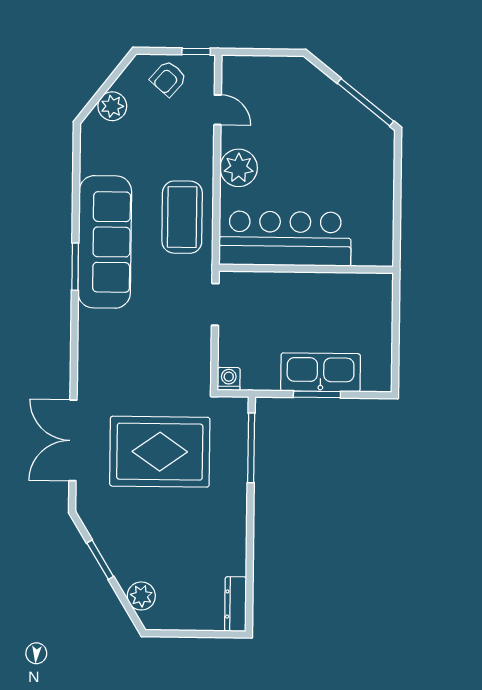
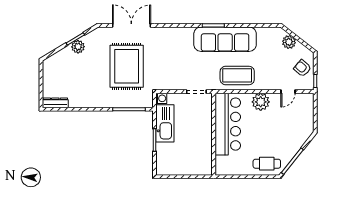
cafe table: (370, 156) -> (267, 164), added
kitchen sink: (321, 372) -> (165, 123), moved
plant: (141, 596) -> (78, 47), moved

